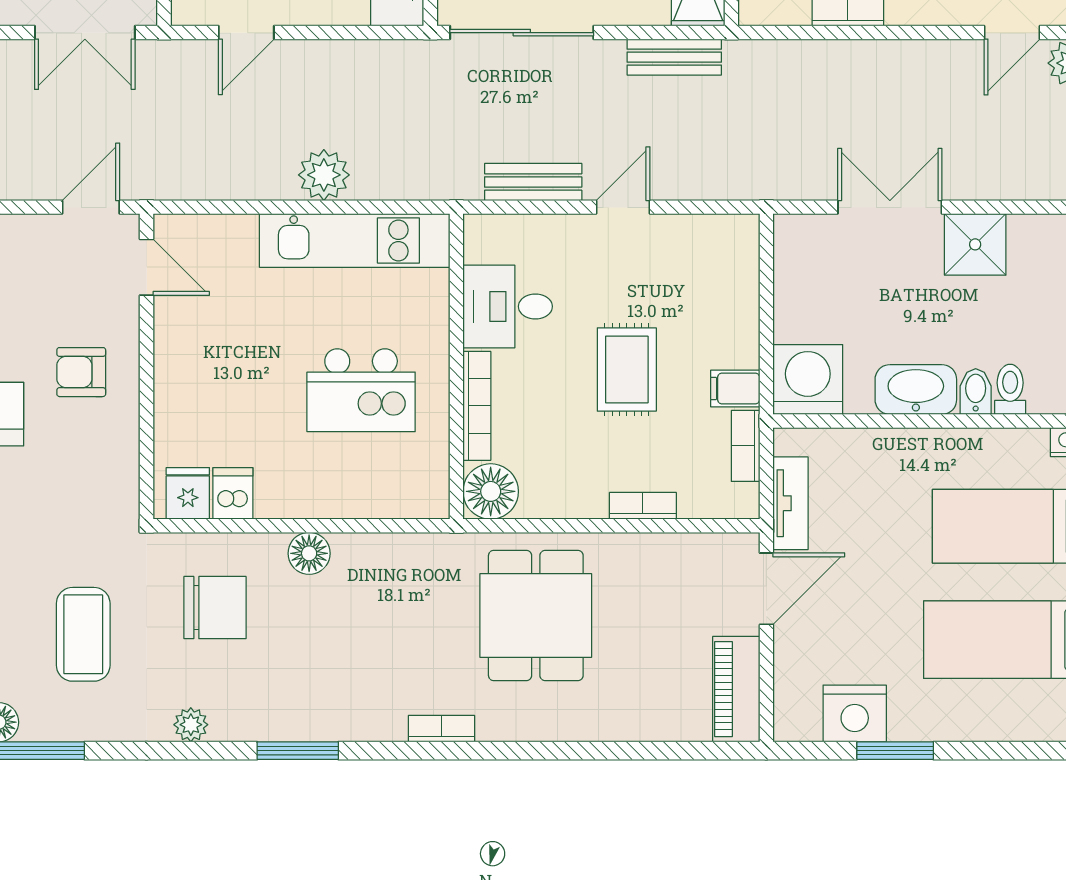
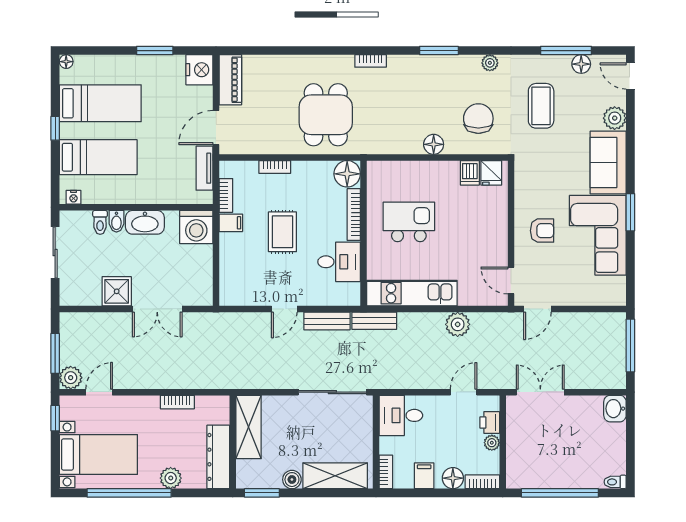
bench: (674, 57) -> (374, 321), moved
plant: (324, 175) -> (458, 324), moved
chair: (215, 608) -> (478, 119), turned 90
nightstand: (855, 713) -> (199, 70), moved, turned 90

